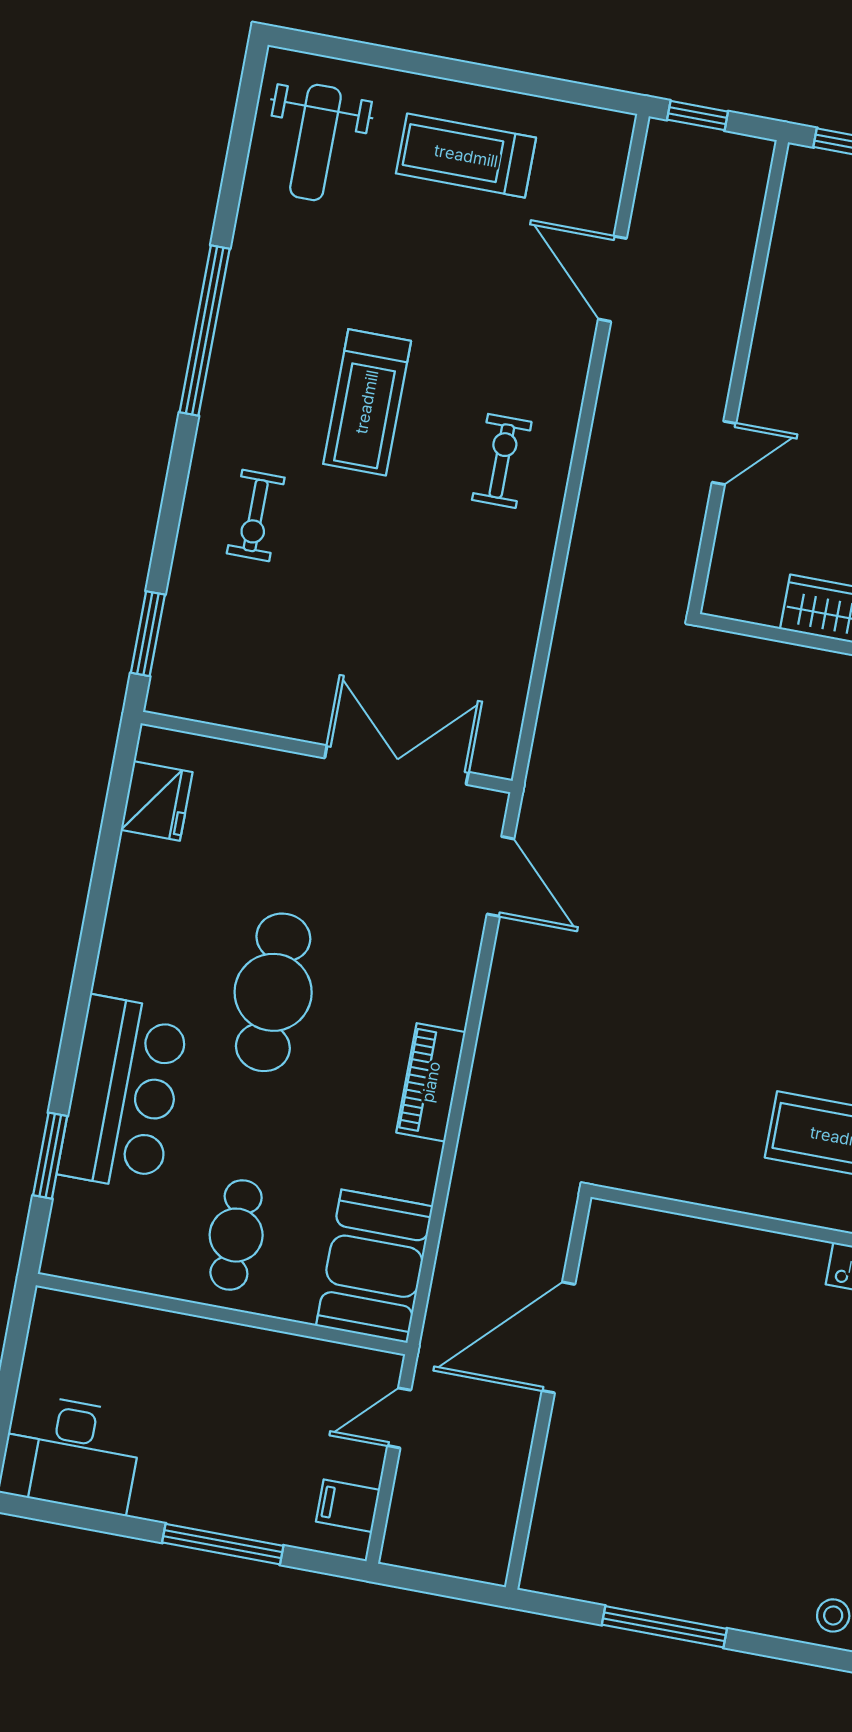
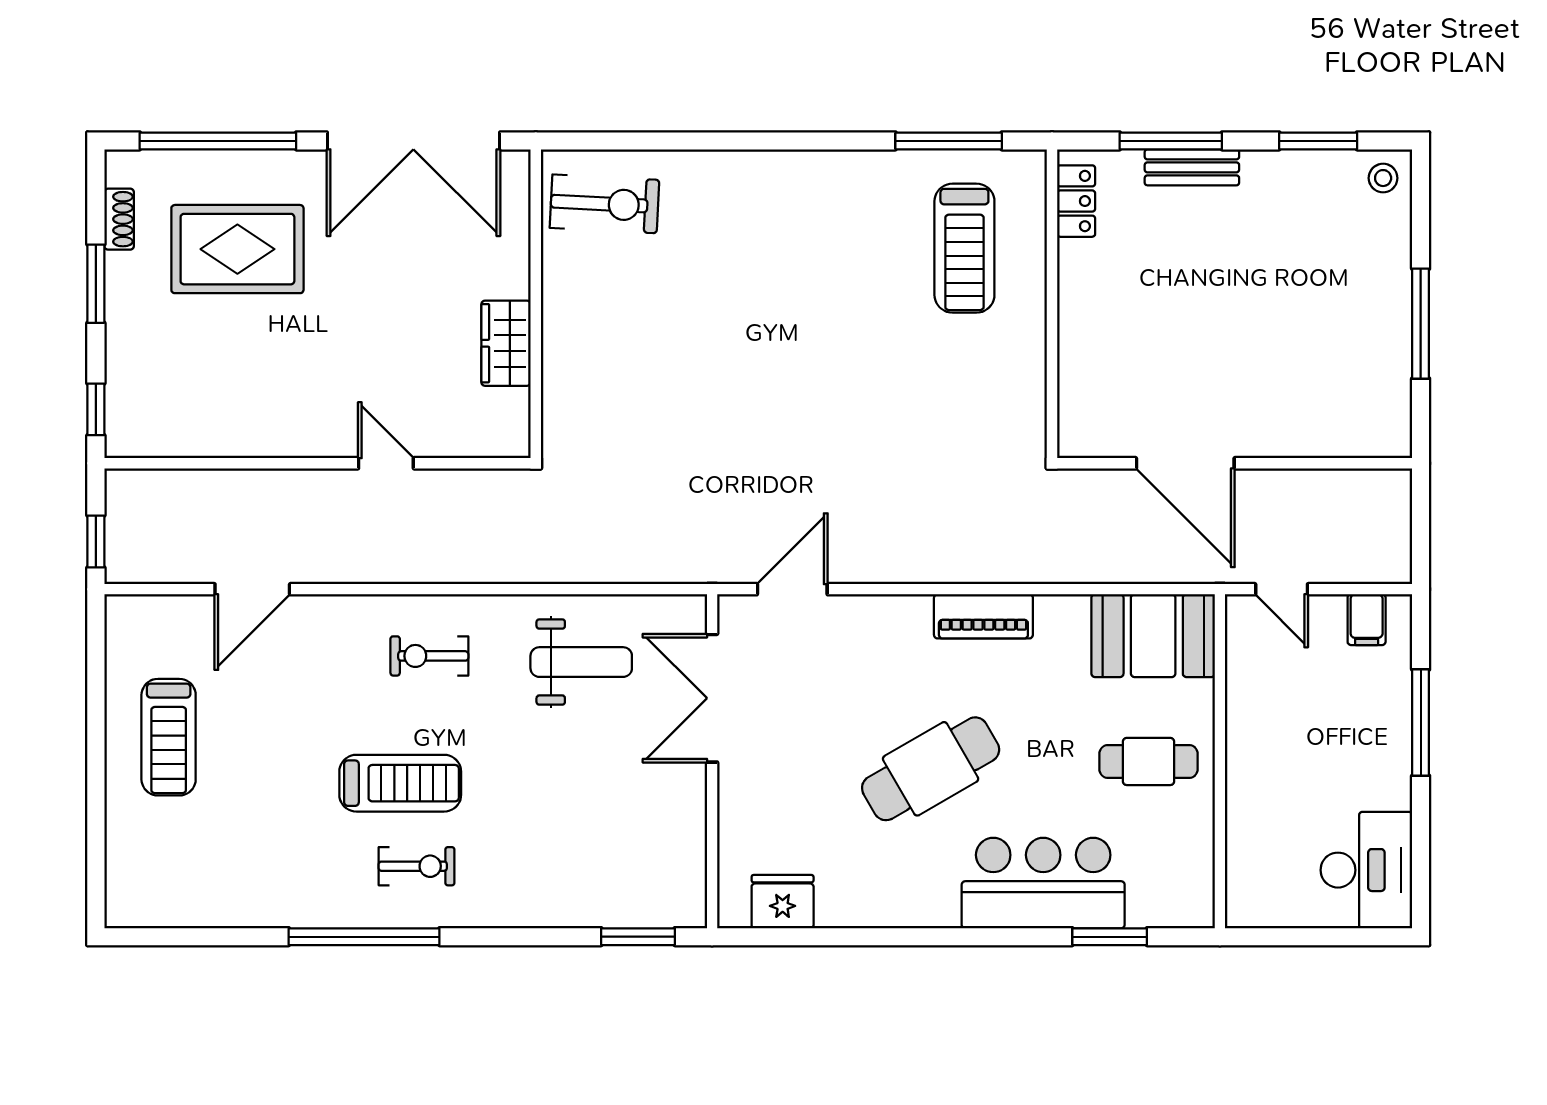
weight bench: (315, 142) -> (581, 662), moved
exercise bike: (256, 515) -> (417, 866), moved
cafe table: (273, 992) -> (931, 769), turned -30

